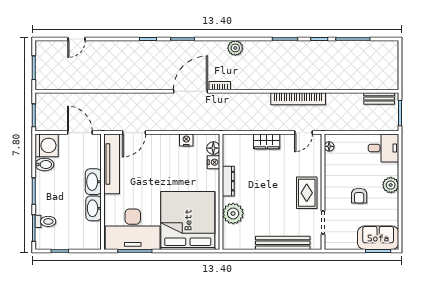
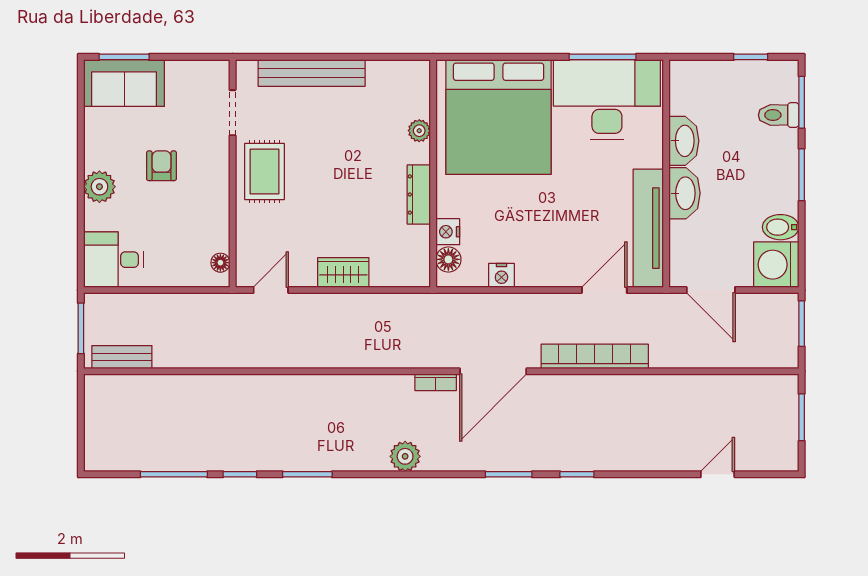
bookcase: (298, 99) -> (595, 356), moved
plant: (233, 213) -> (419, 131), width x0.53, depth x0.53

